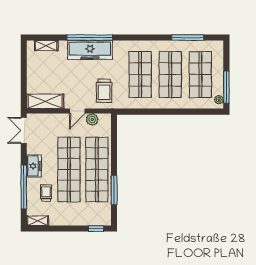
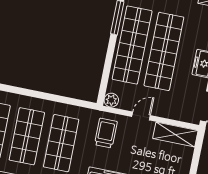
plant: (92, 119) -> (111, 100), moved
trolley: (46, 193) -> (195, 30), removed

